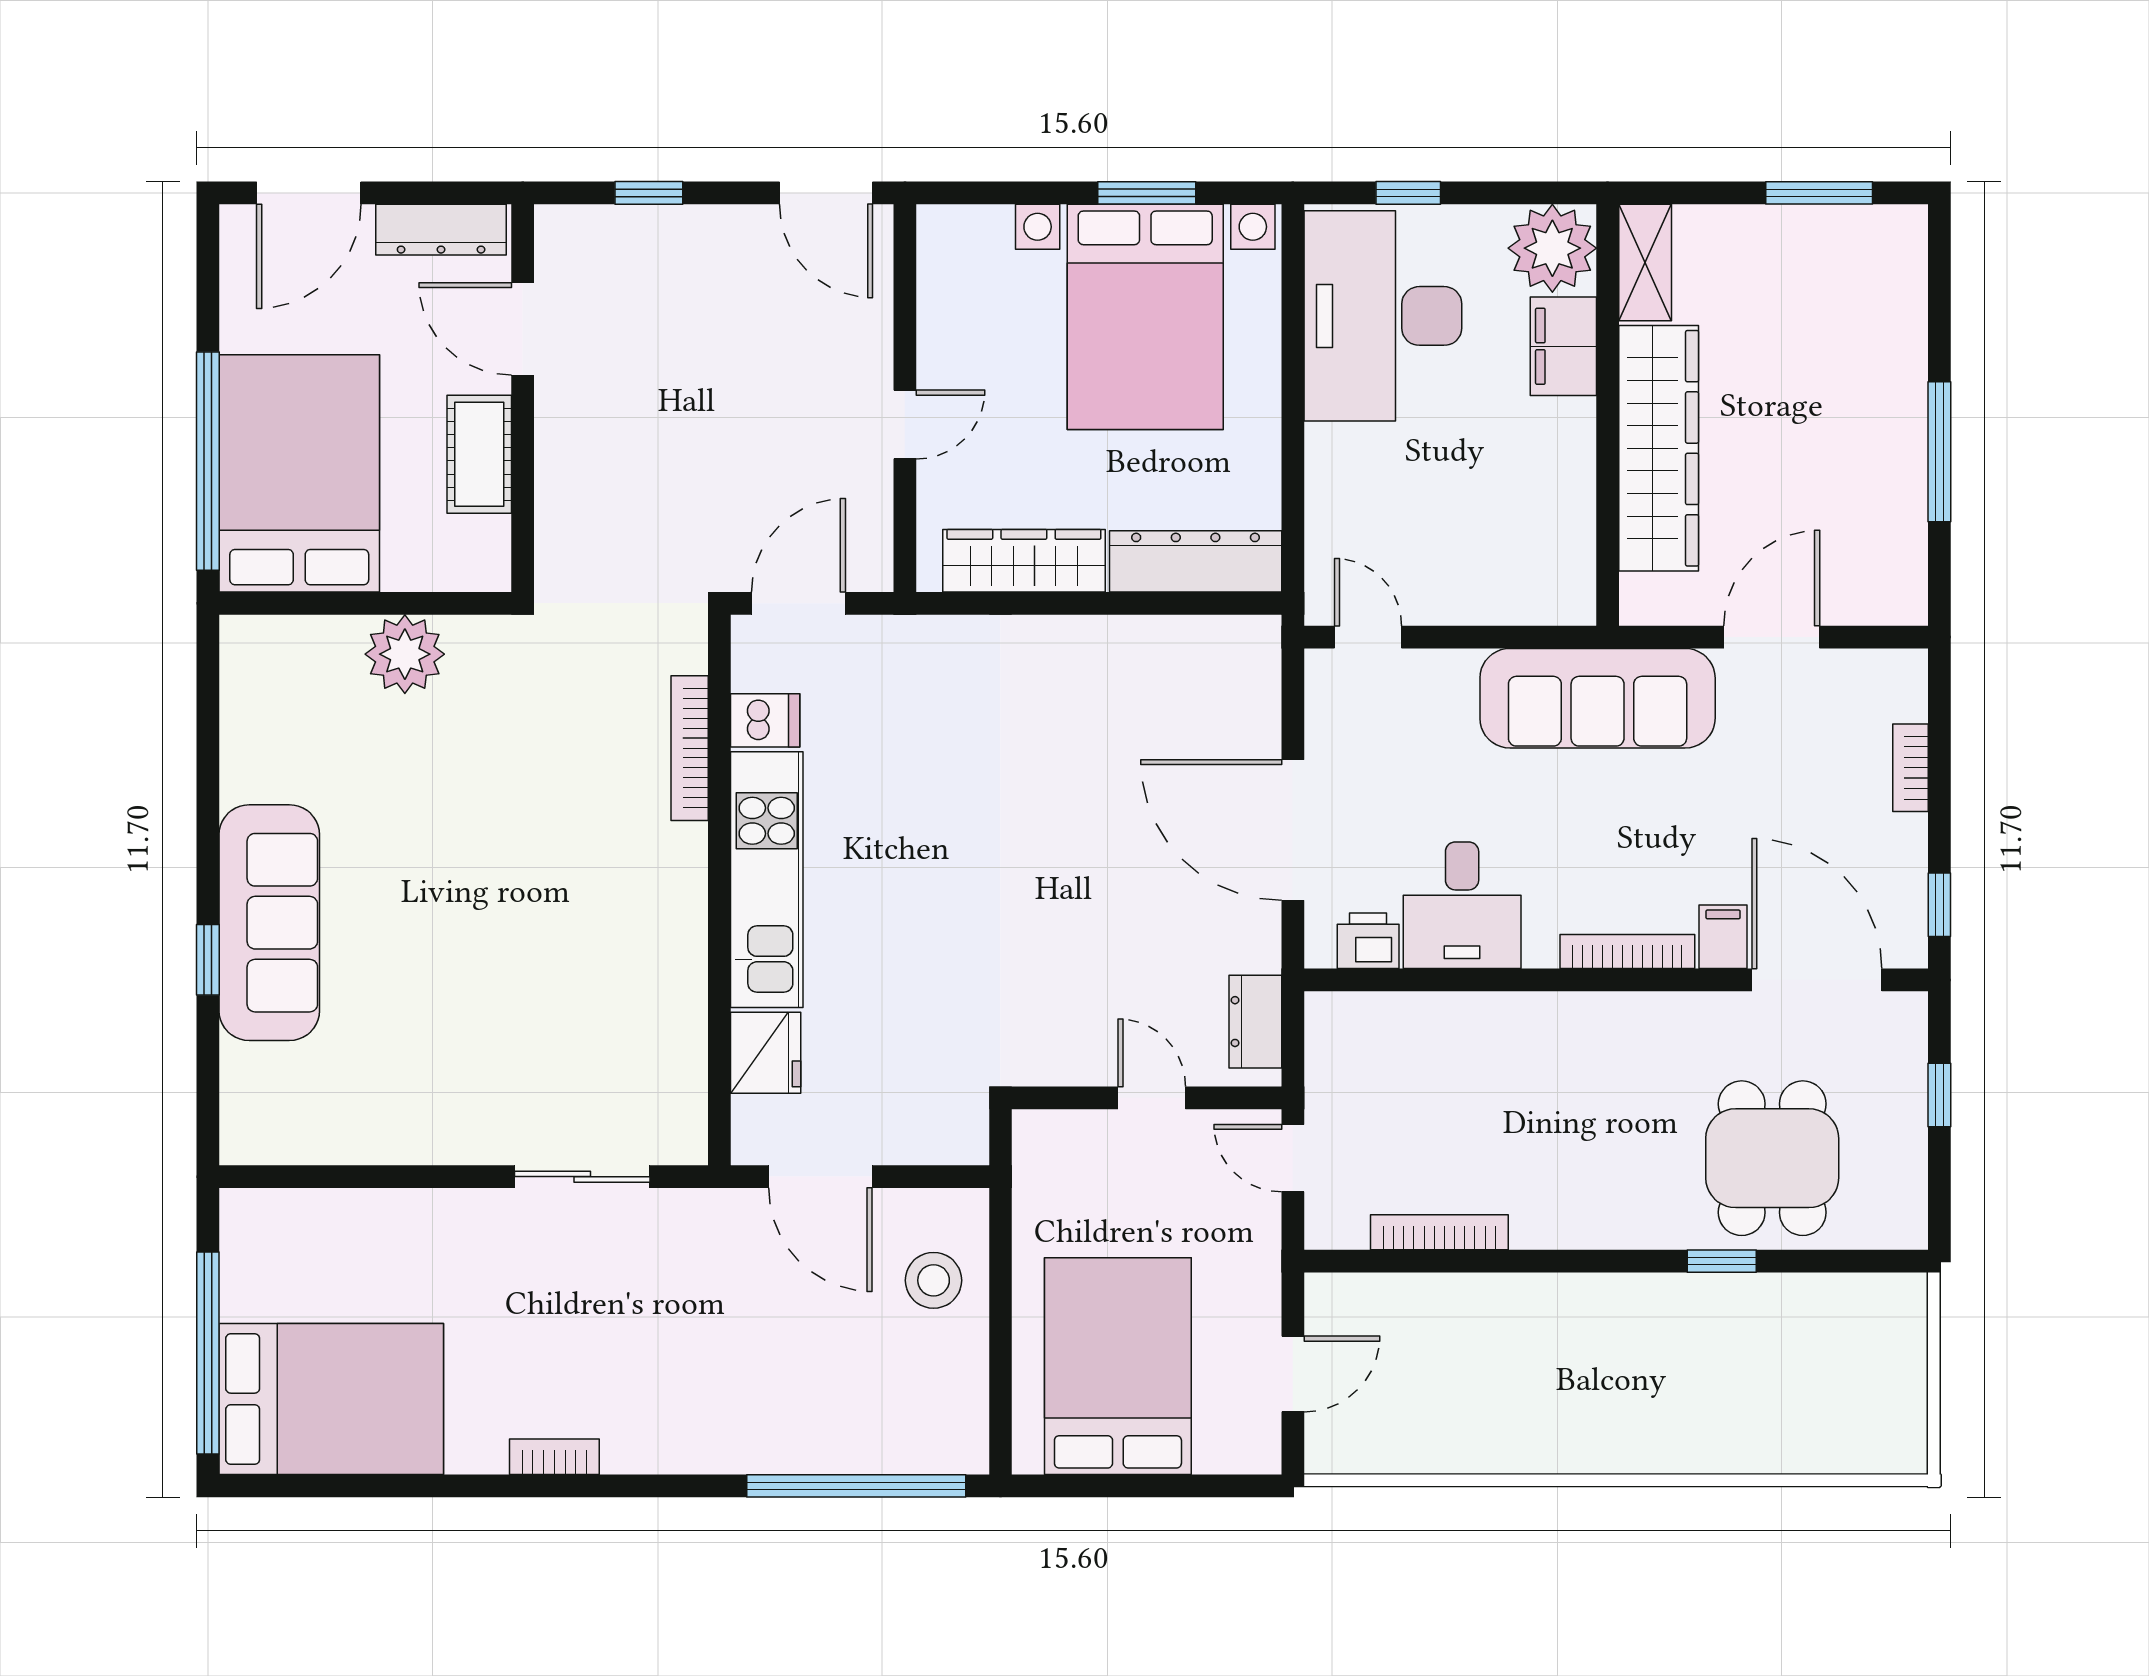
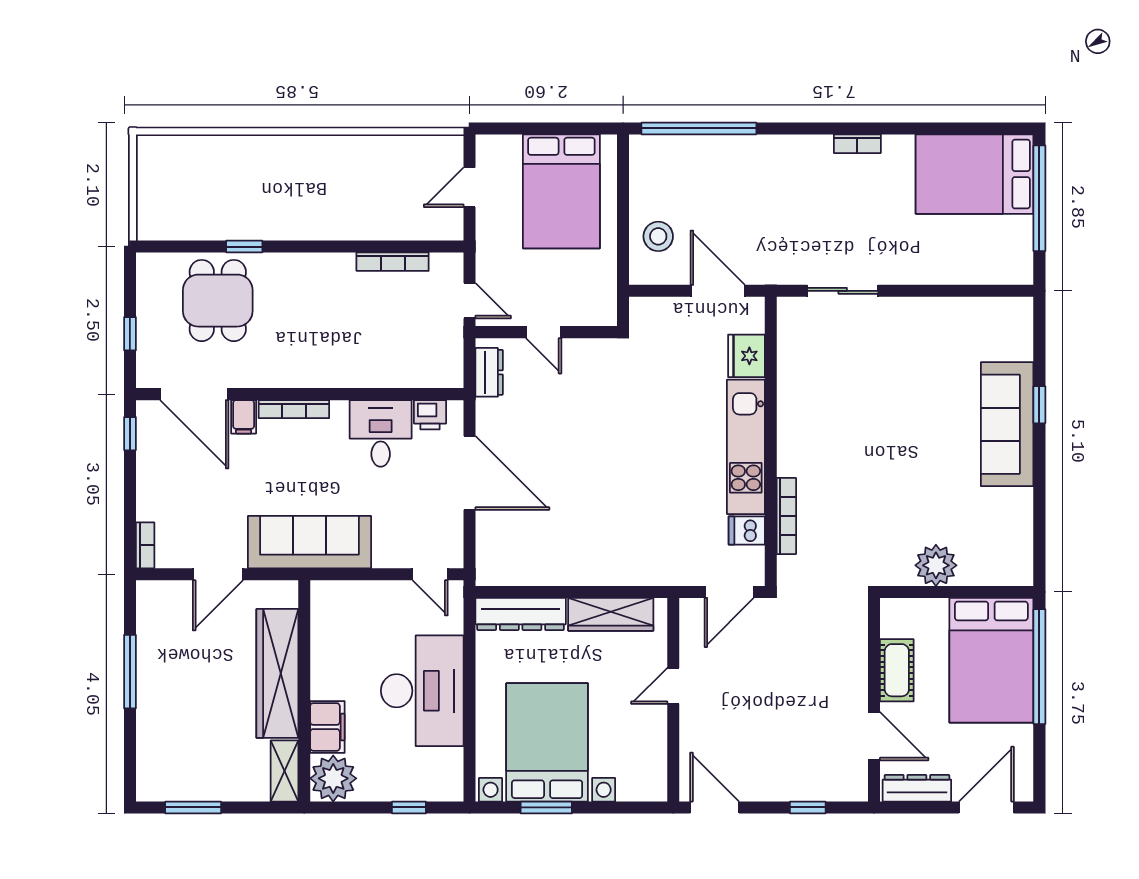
desk: (1383, 316) -> (422, 691), moved
bookcase: (1910, 768) -> (145, 545), moved

